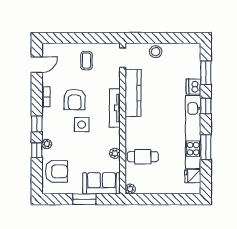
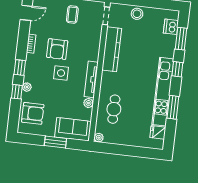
dishwasher: (194, 87) -> (171, 27), moved
tv unit: (115, 108) -> (91, 79), moved
cafe table: (143, 157) -> (114, 109), turned 90

